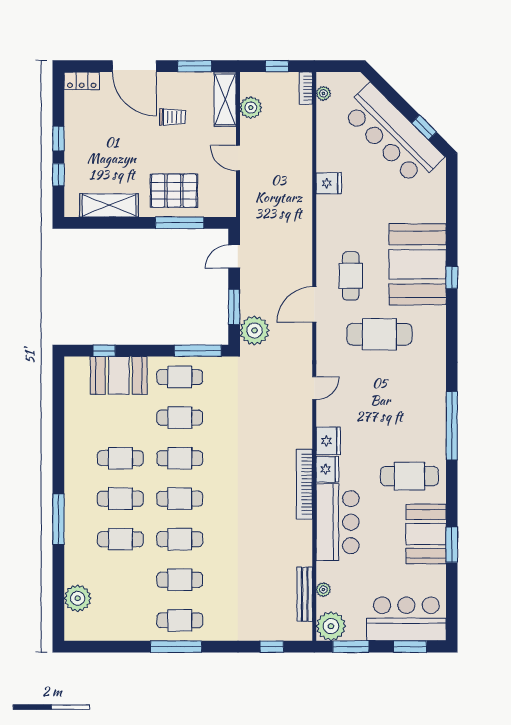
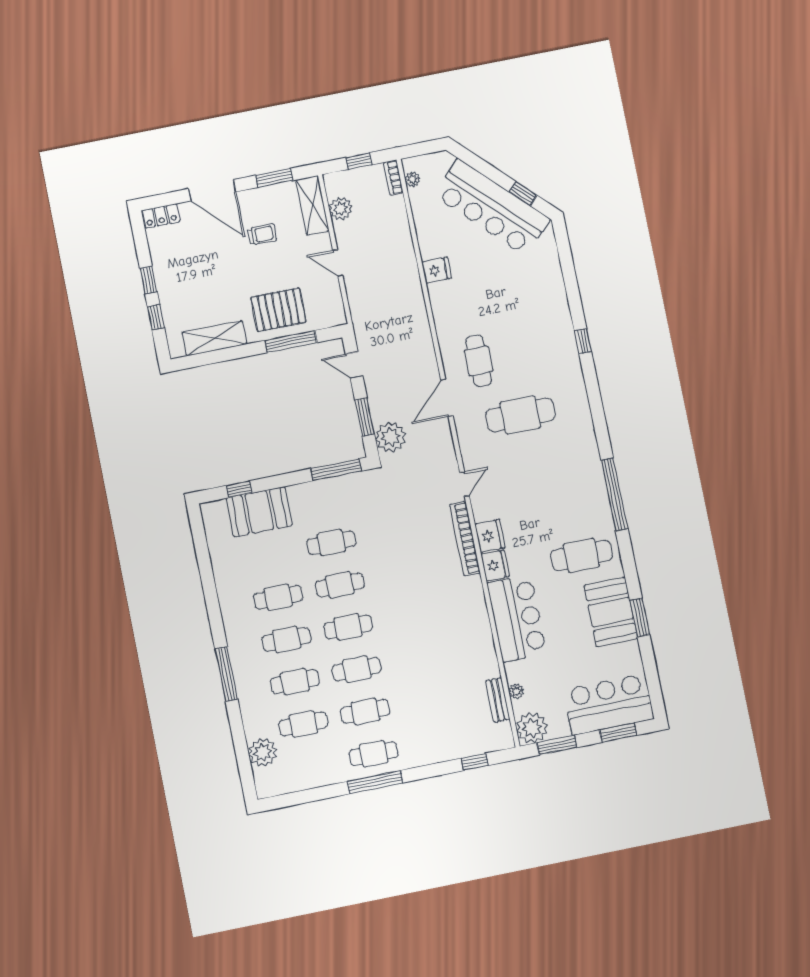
door: (234, 257) -> (354, 365), hinge flipped
booth: (418, 264) -> (545, 335), removed
cafe table: (180, 377) -> (303, 724), moved
bookcase: (304, 484) -> (465, 539), moved
bench: (305, 594) -> (498, 700), width x0.73

